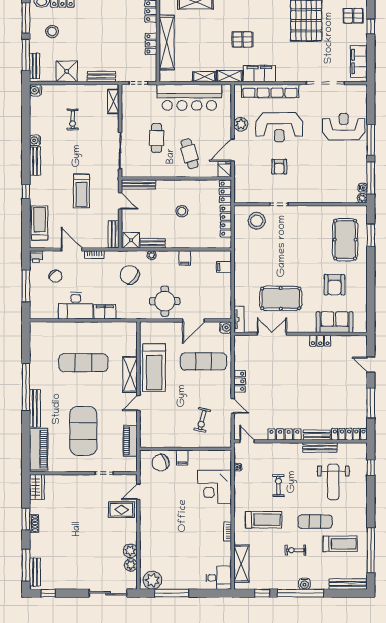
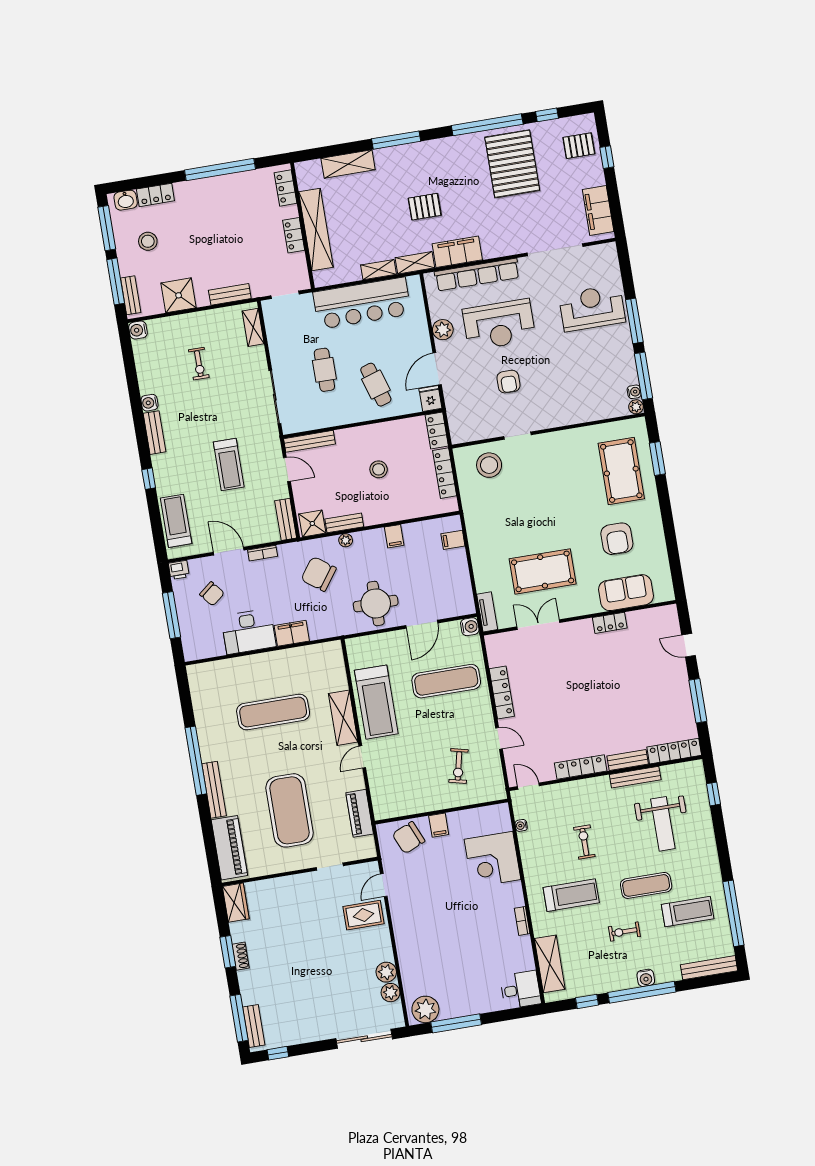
locker: (240, 381) -> (502, 692), width x1.53

